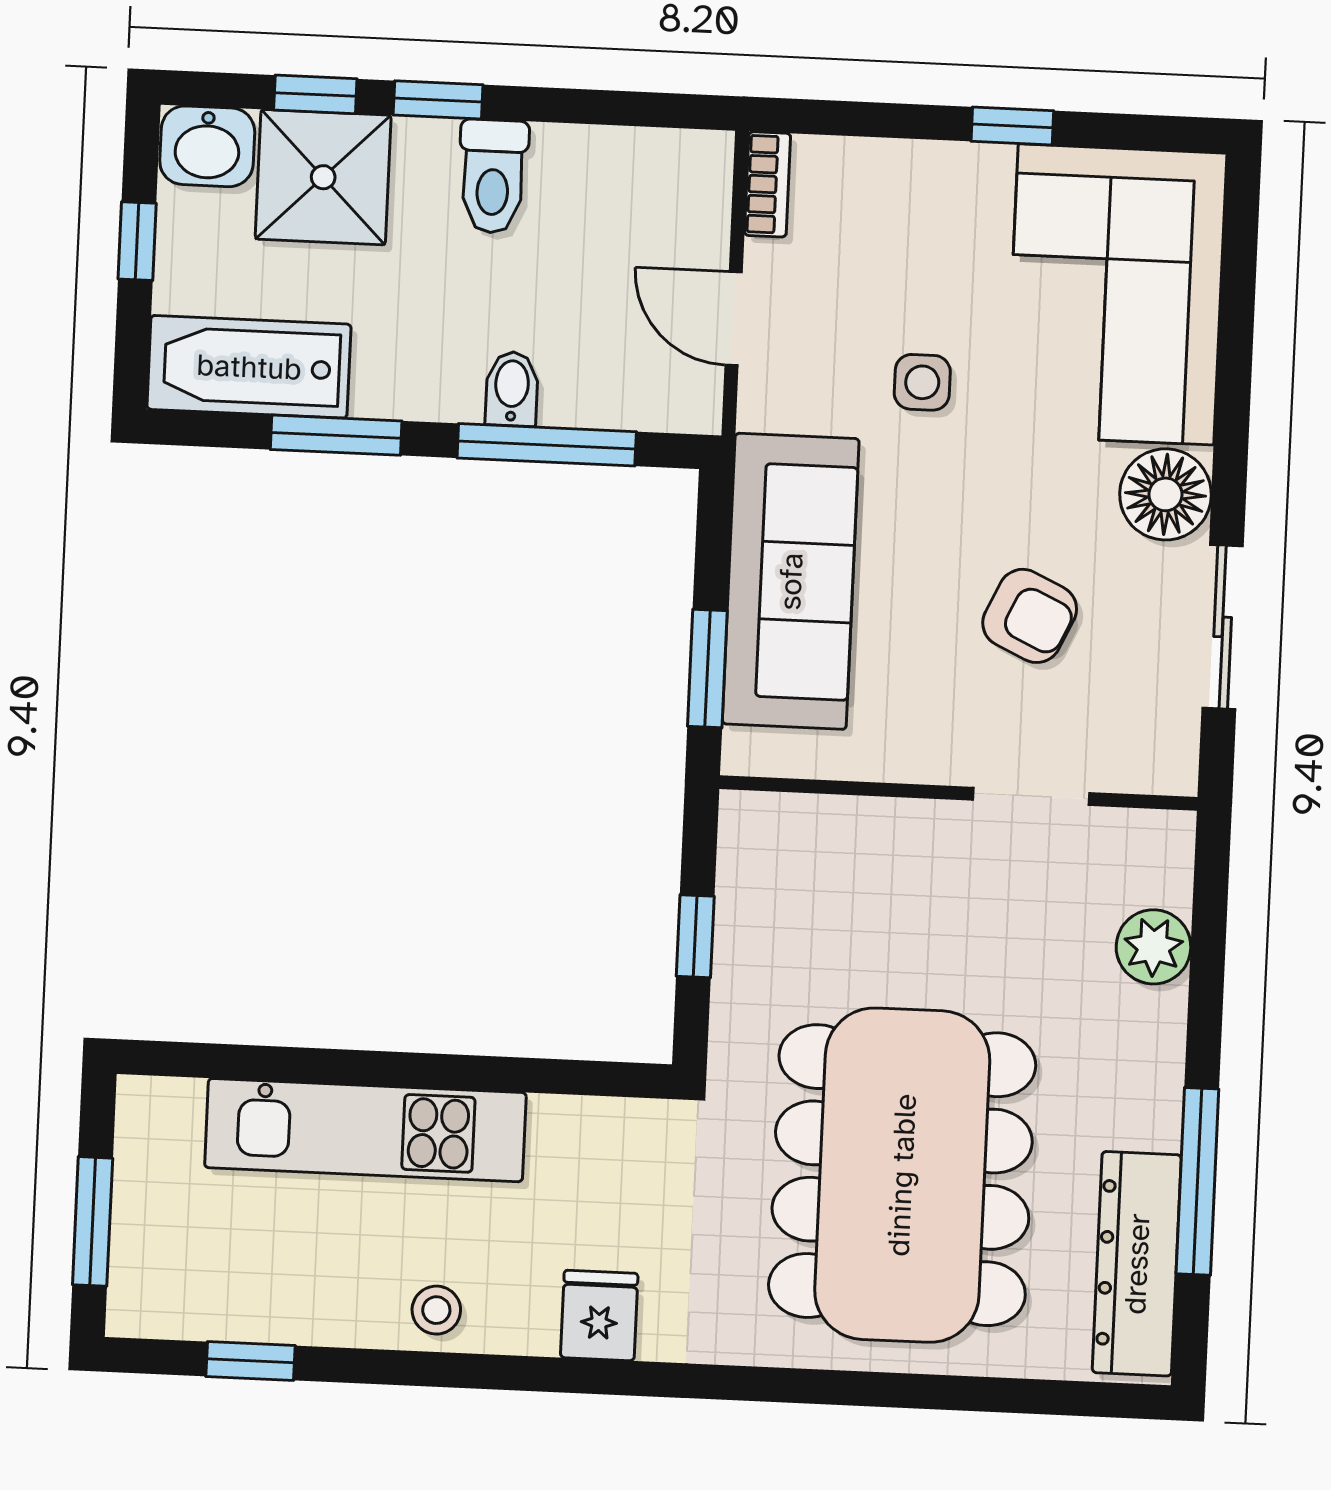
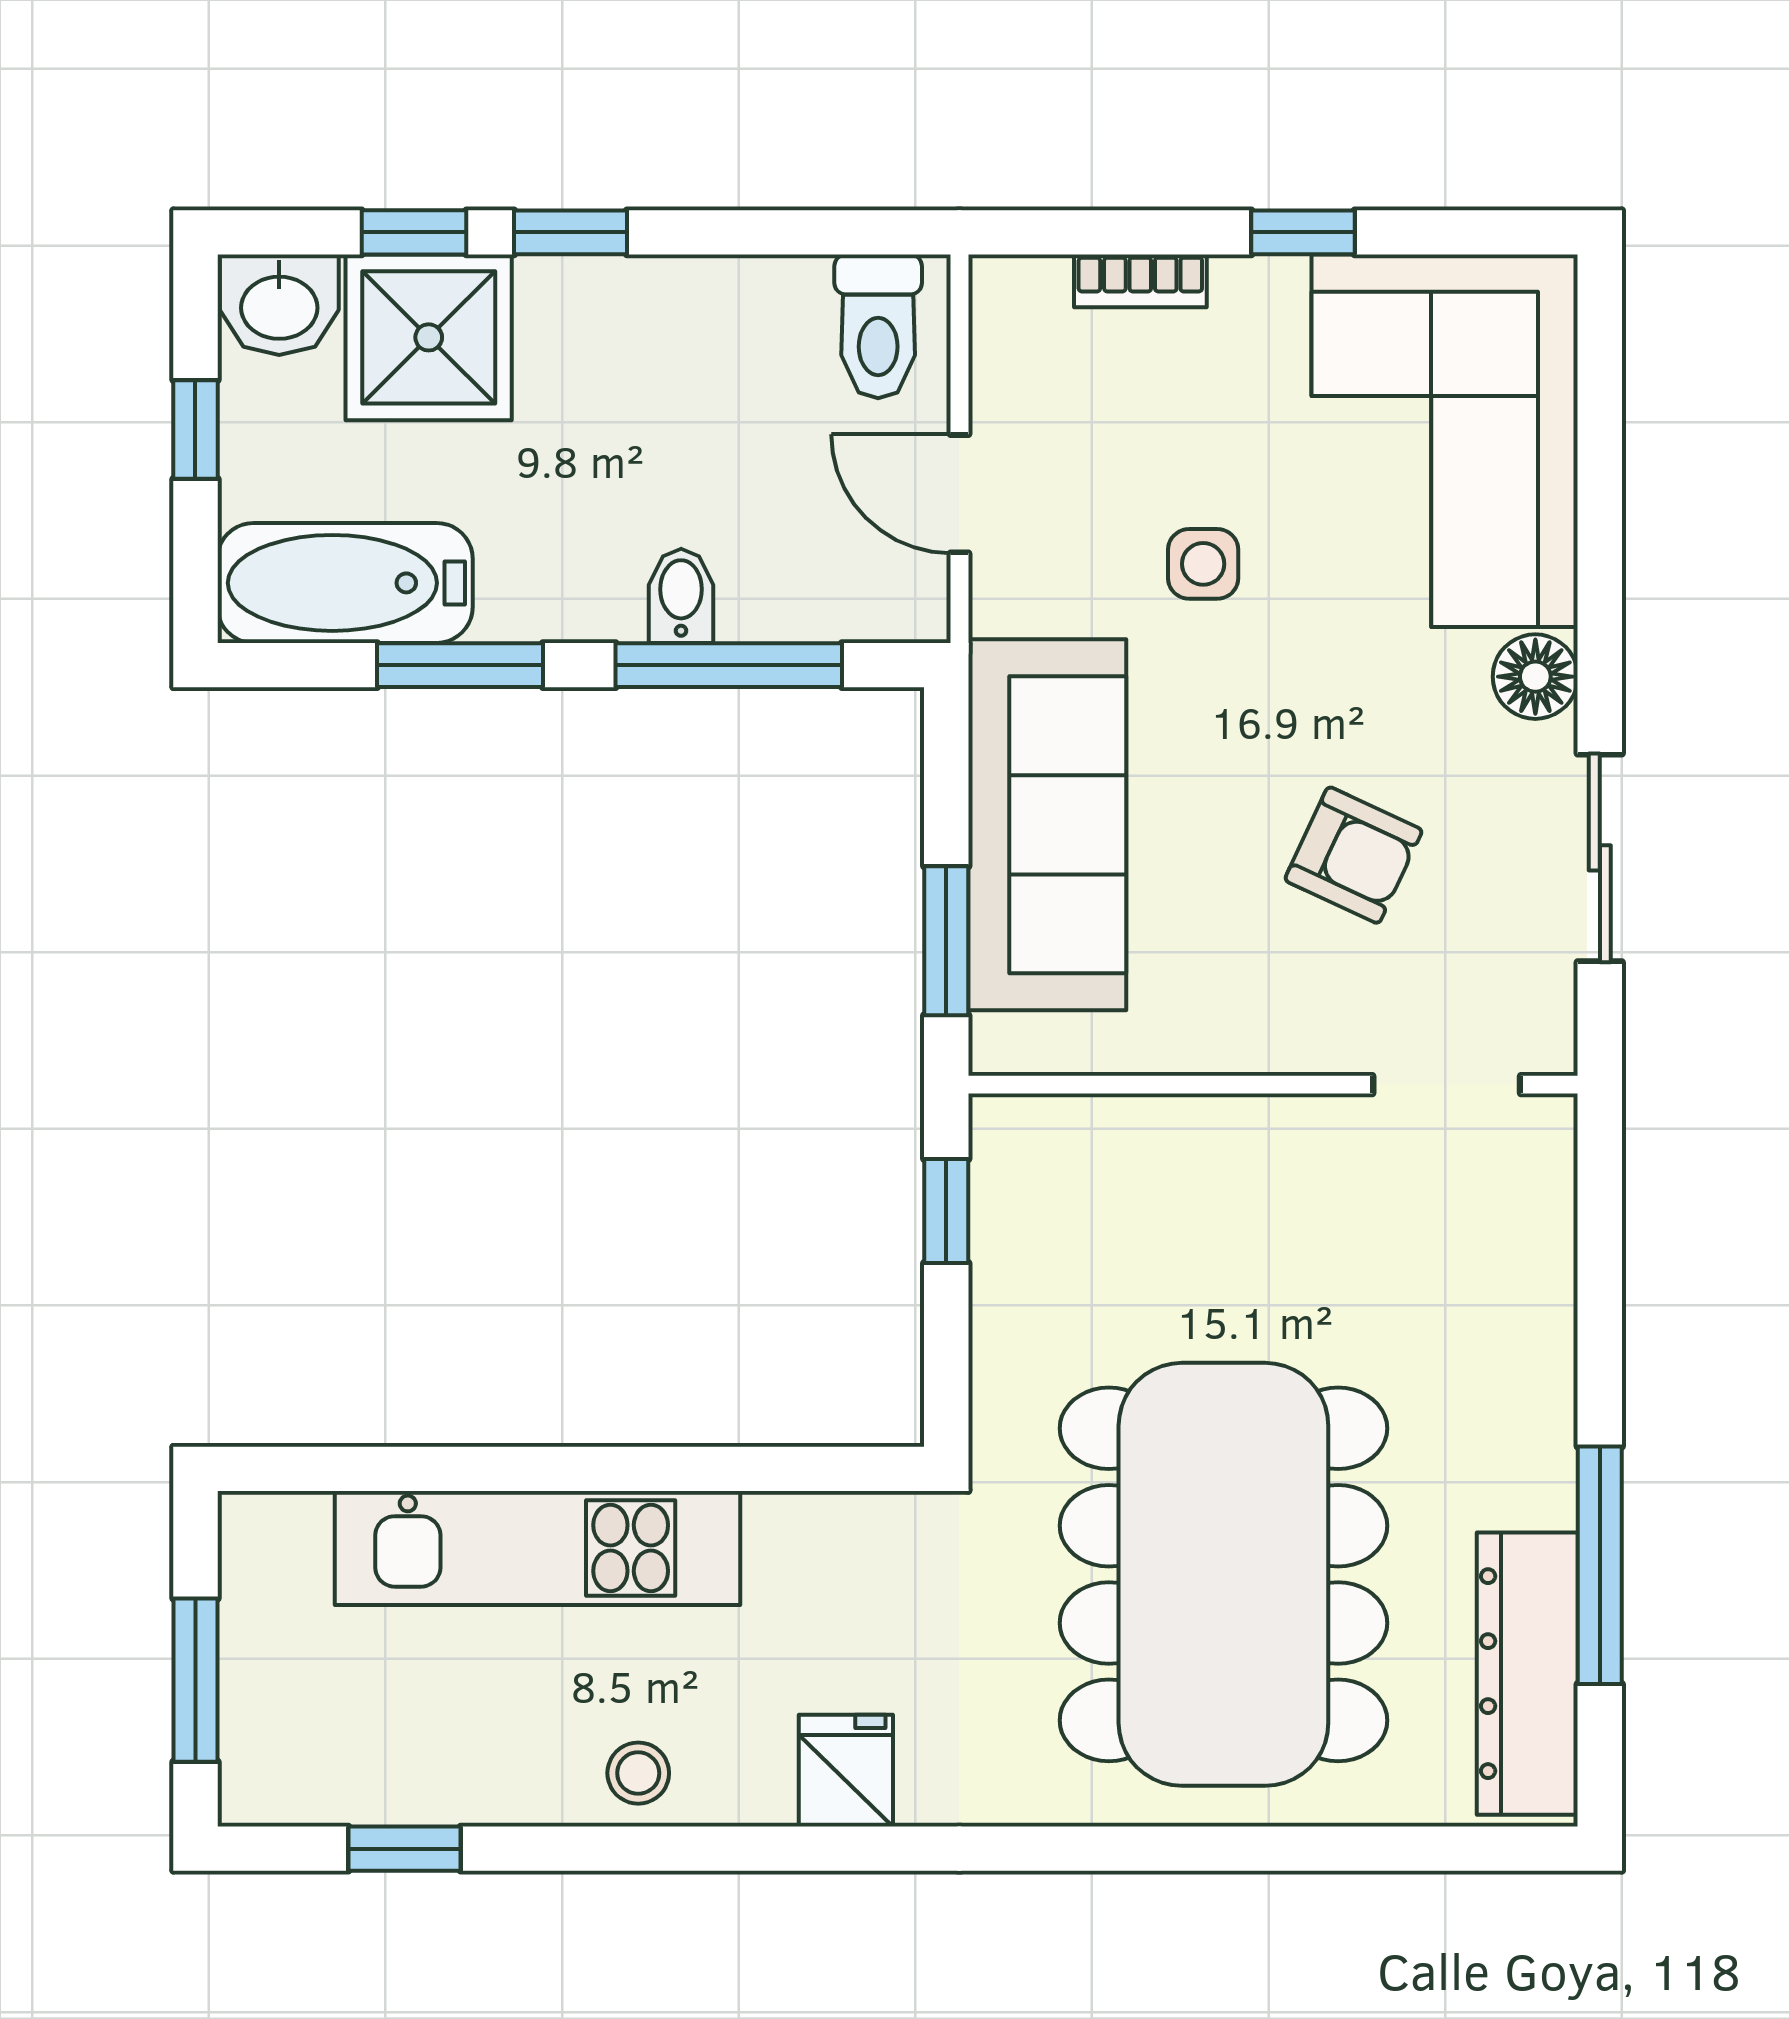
toilet: (493, 176) -> (878, 326), moved
bookcase: (768, 184) -> (1140, 281), moved, turned 90
floor lamp: (1165, 494) -> (1535, 677), width x0.73, depth x0.73
doorway: (1031, 796) -> (1447, 1085), moved
window: (695, 936) -> (946, 1211), moved
plant: (1153, 947) -> (1530, 1269), removed

